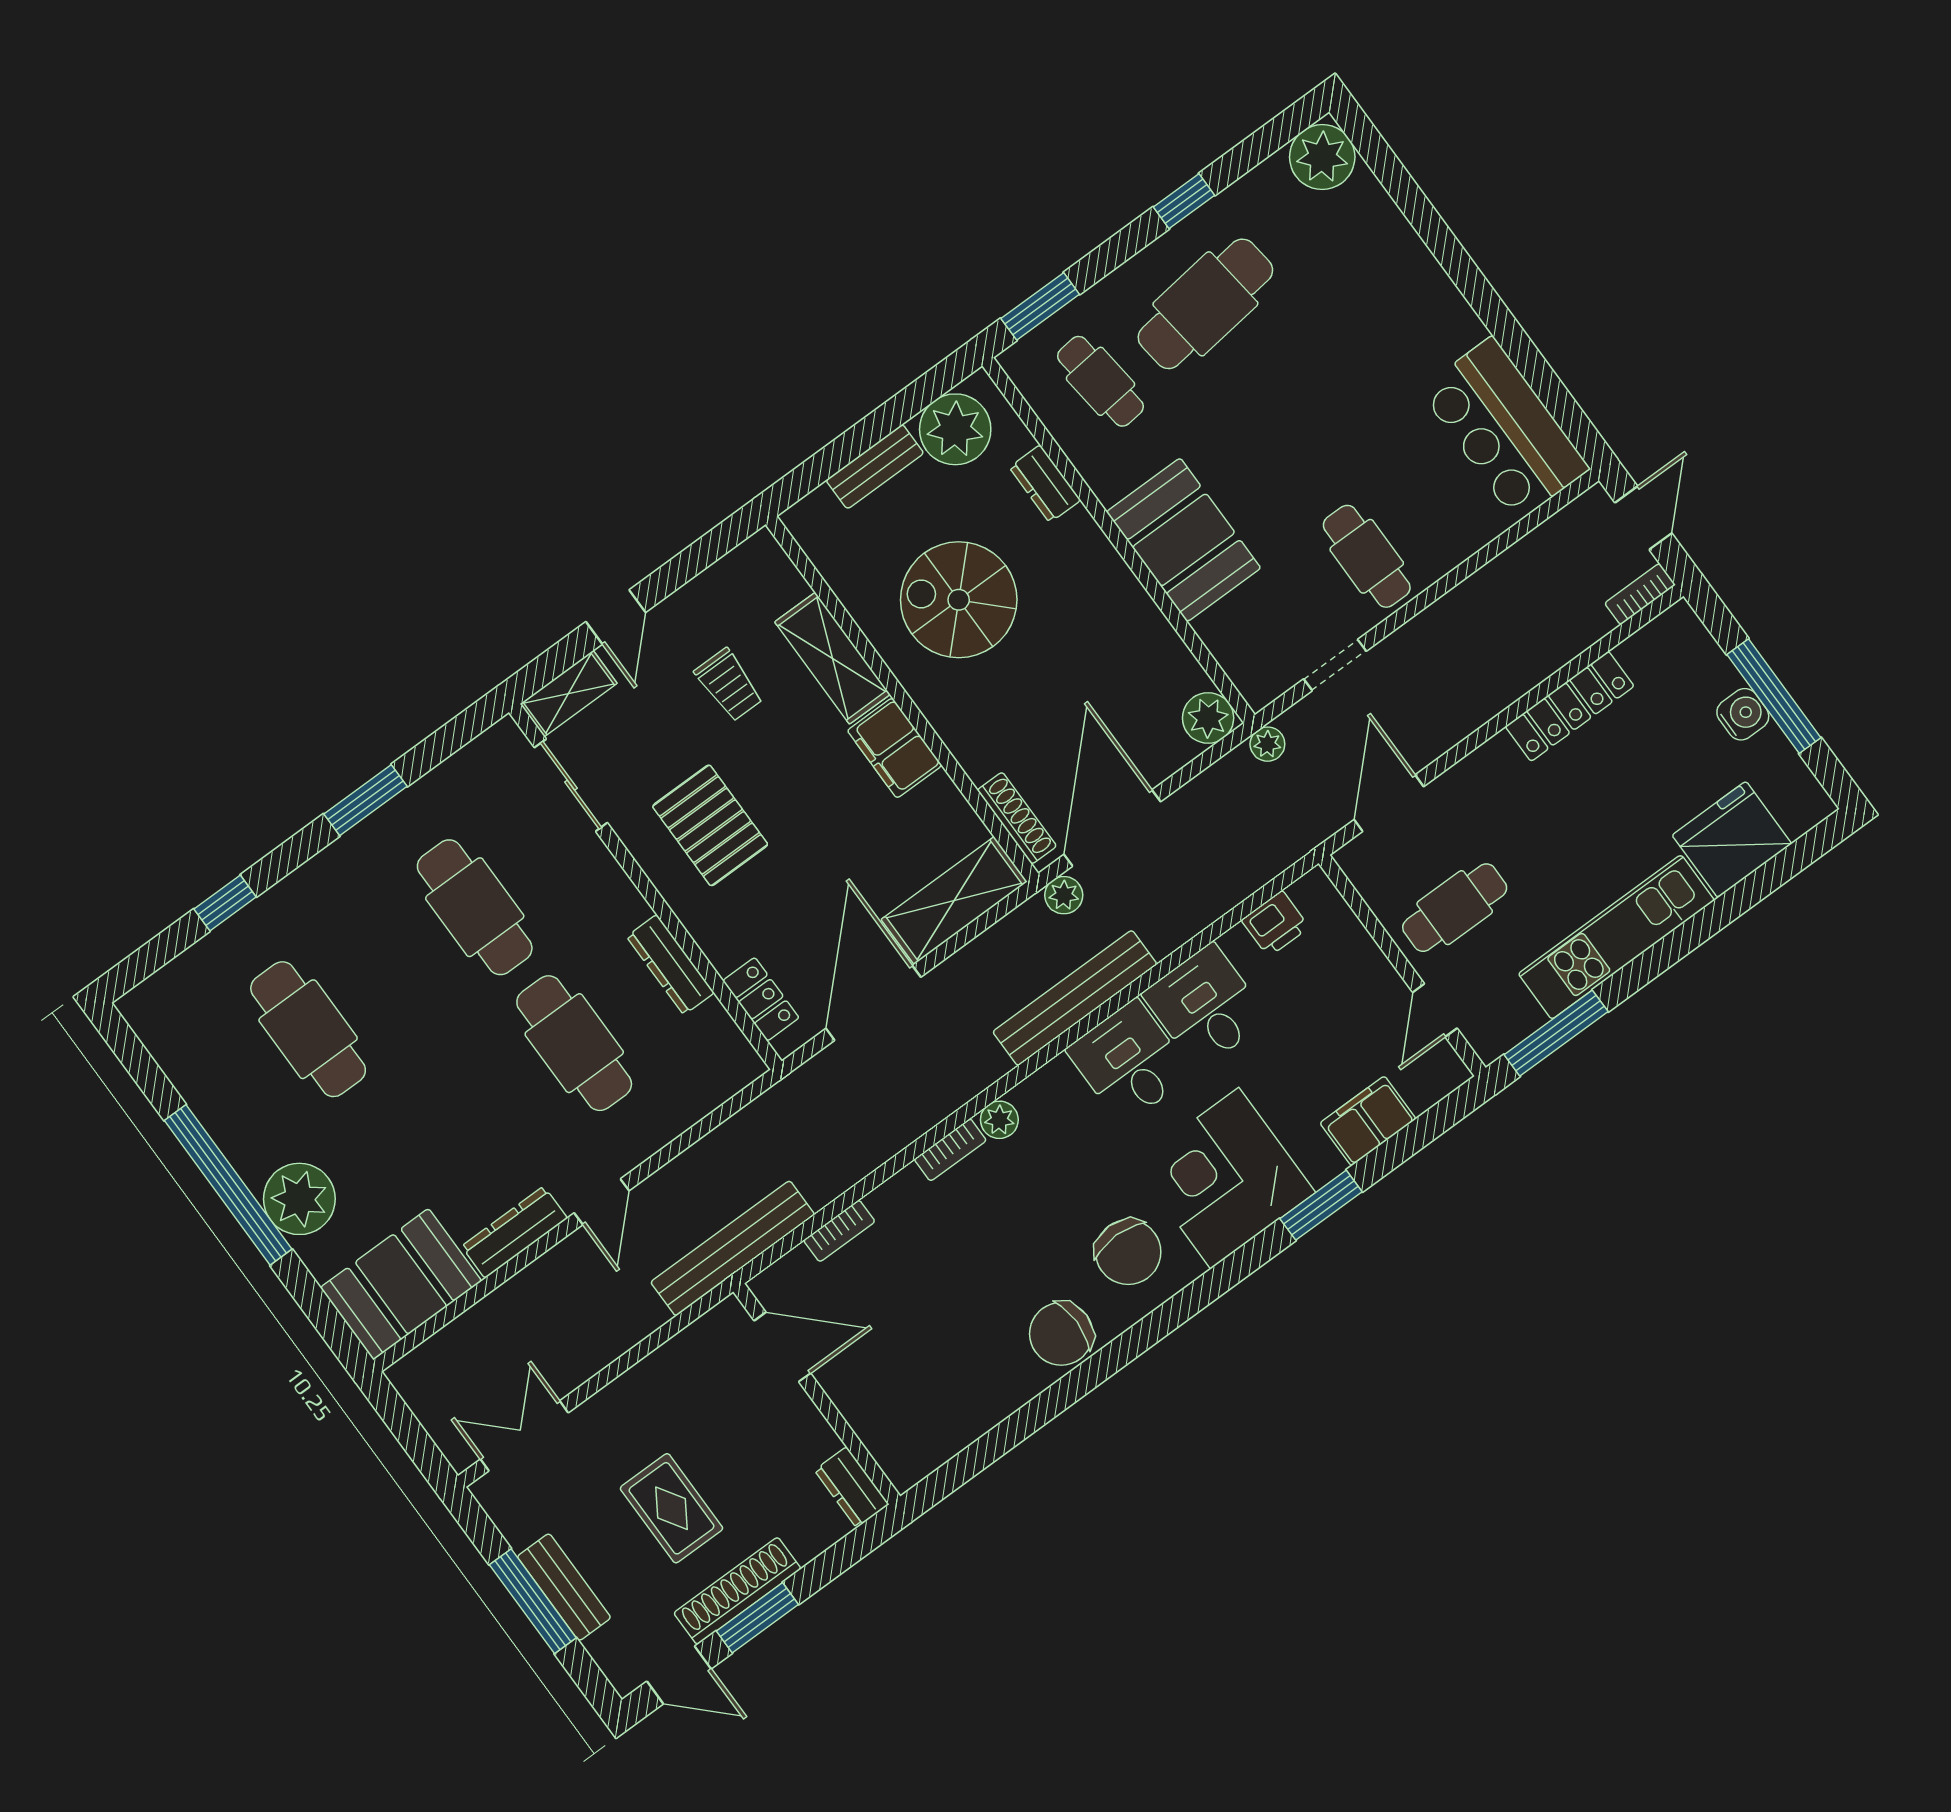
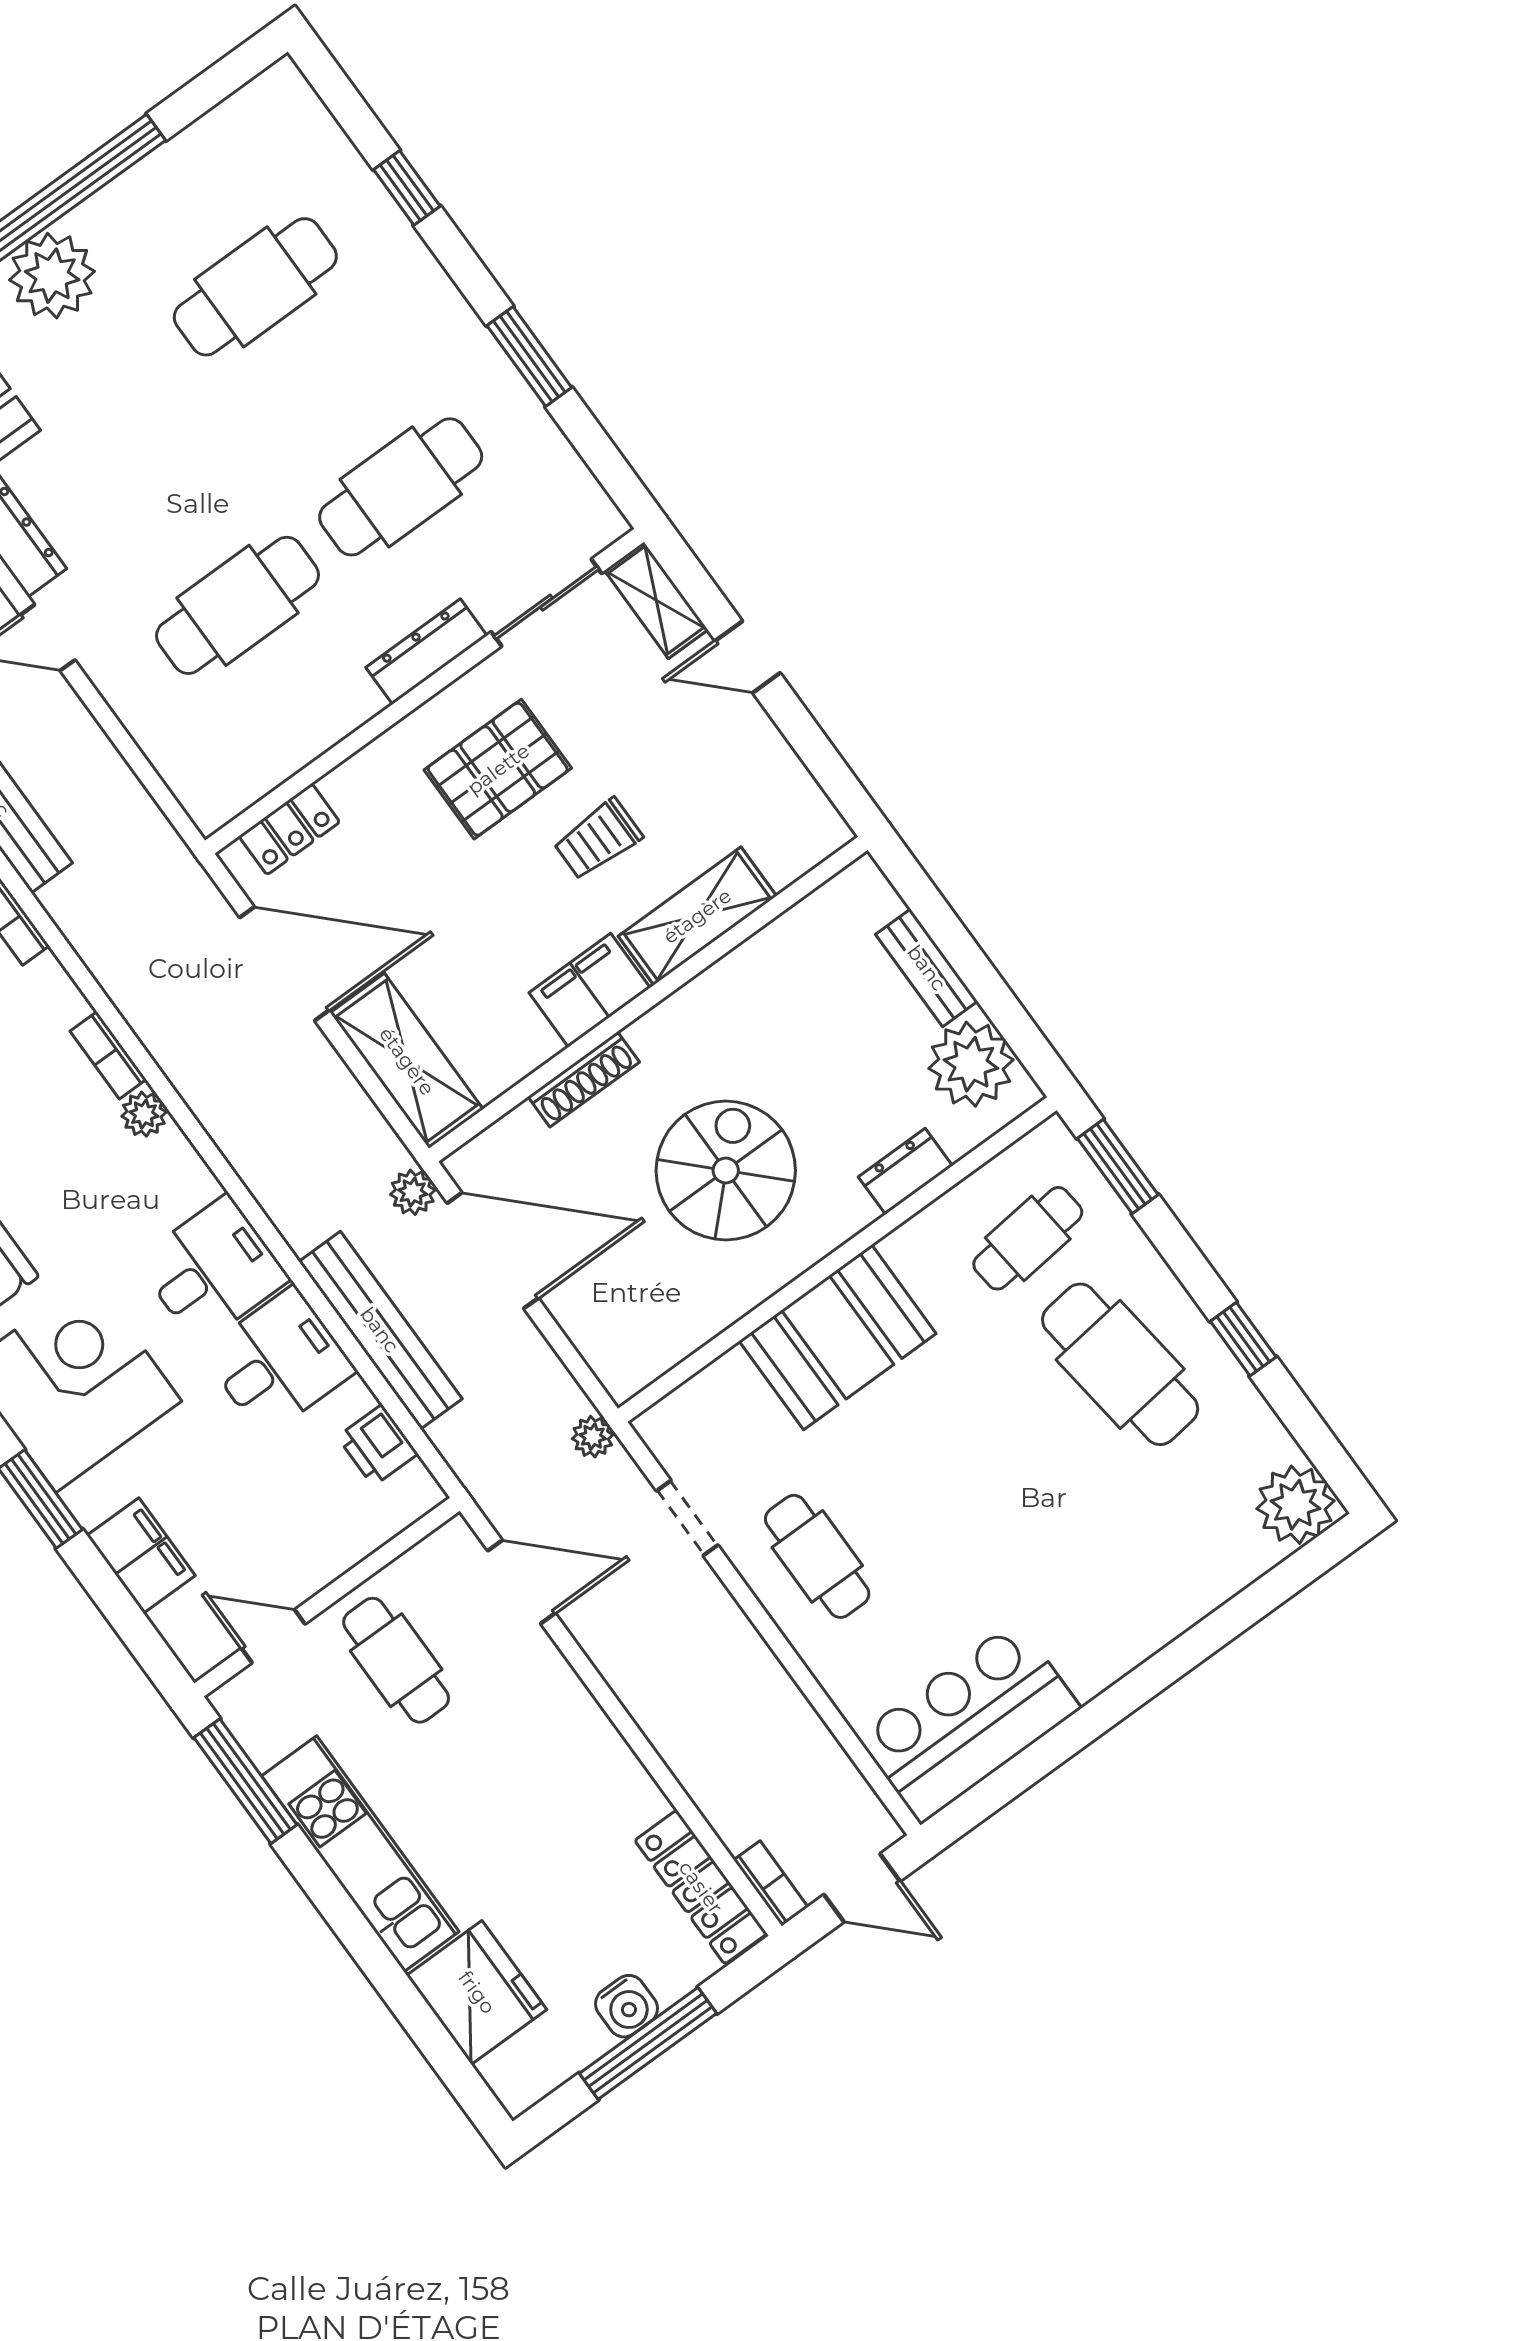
cafe table: (1367, 556) -> (817, 1556), turned 90
spiral stairs: (959, 600) -> (726, 1171), moved
trolley: (729, 685) -> (598, 839), moved
locker: (1570, 706) -> (701, 1887), moved
plant: (1208, 718) -> (624, 1366), removed
shoe rack: (1017, 818) -> (584, 1079), moved
dresser: (670, 965) -> (426, 652), moved
bench: (1075, 998) -> (380, 1330), moved

